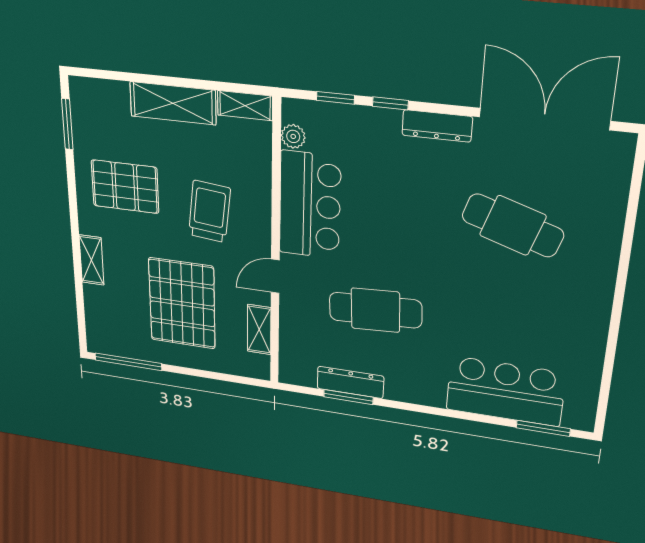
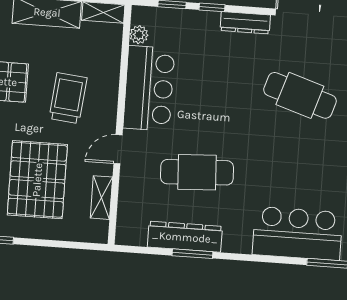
dresser: (350, 382) -> (185, 237), width x1.37, depth x1.24
window: (348, 397) -> (192, 254), moved

